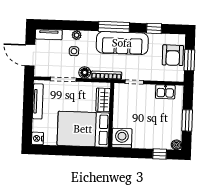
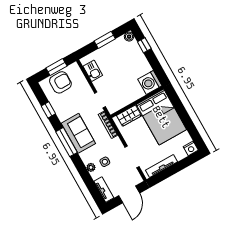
sofa: (122, 43) -> (78, 133), width x0.73
floor lamp: (85, 72) -> (116, 143), removed

